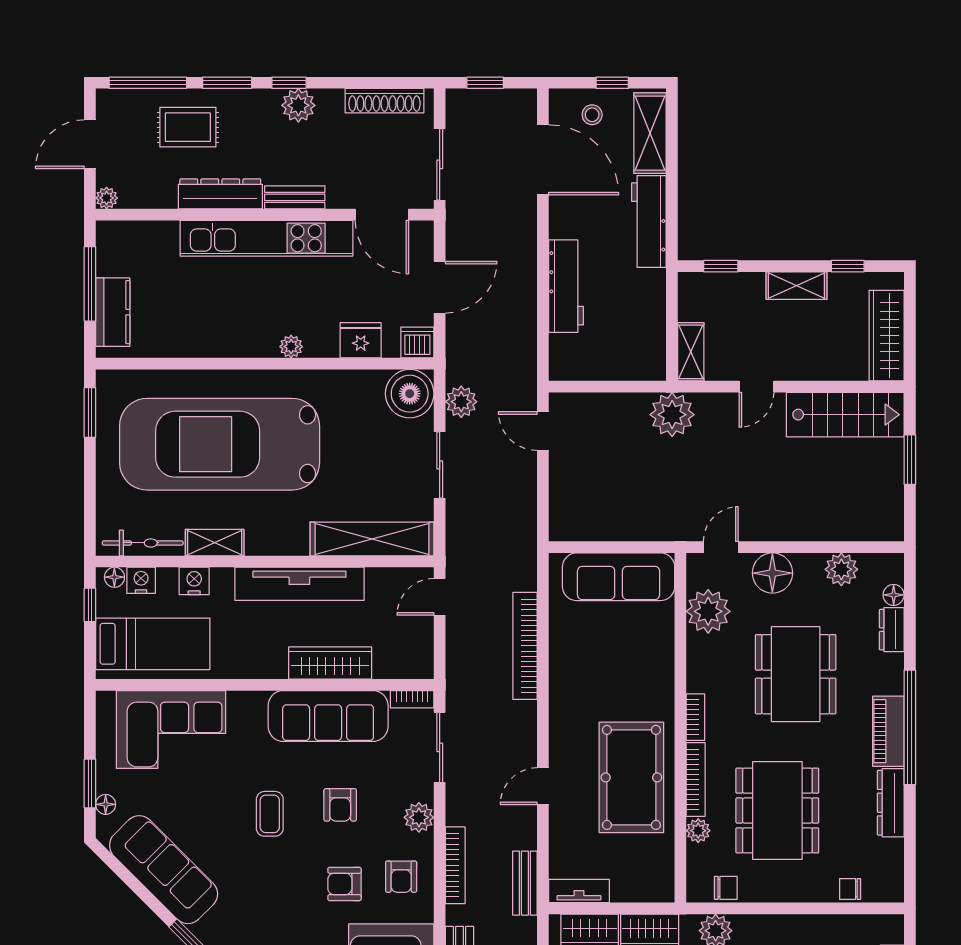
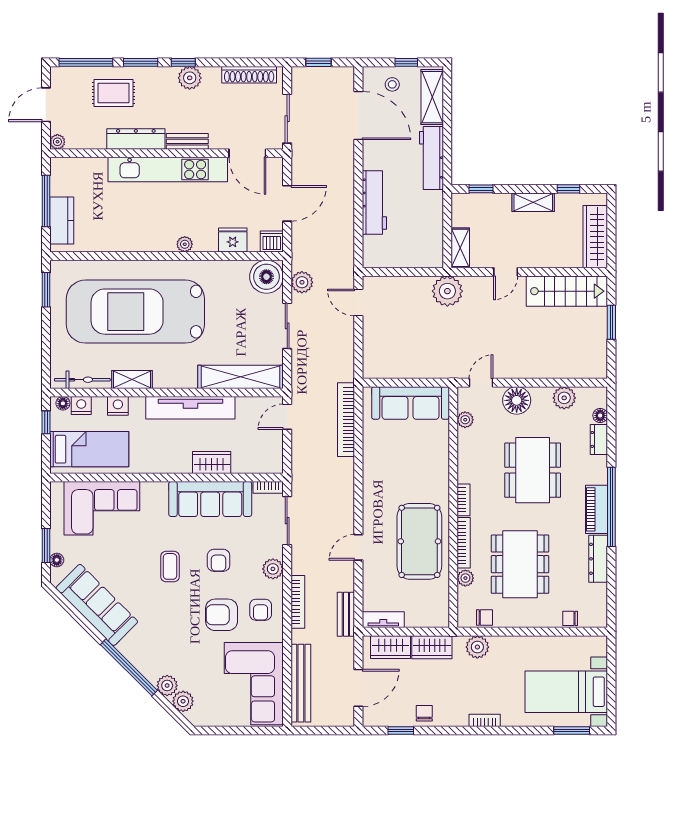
plant: (708, 611) -> (465, 420), width x0.53, depth x0.53
bookcase: (525, 646) -> (346, 420), moved
wardrobe: (330, 663) -> (212, 462), width x0.67
armchair: (344, 884) -> (222, 615), width x1.38, depth x1.38

